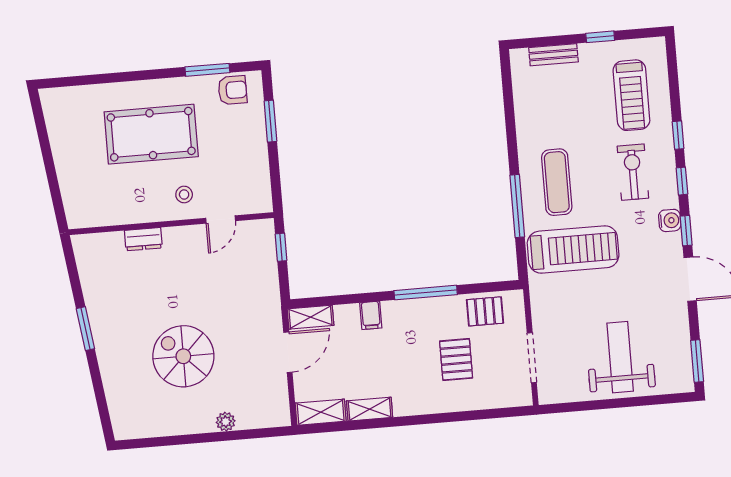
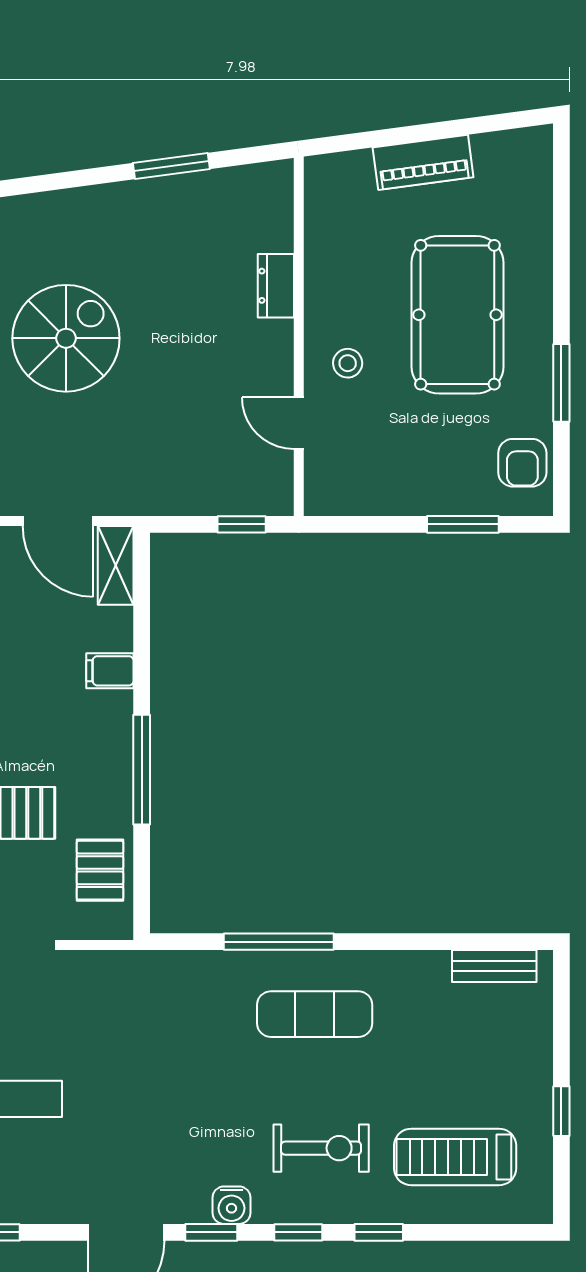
bench: (553, 55) -> (494, 966), moved, turned 90
window: (207, 70) -> (561, 383), moved
piano: (66, 161) -> (423, 162), added
treadmill: (573, 249) -> (195, 1033), removed
window: (85, 329) -> (171, 166), moved

